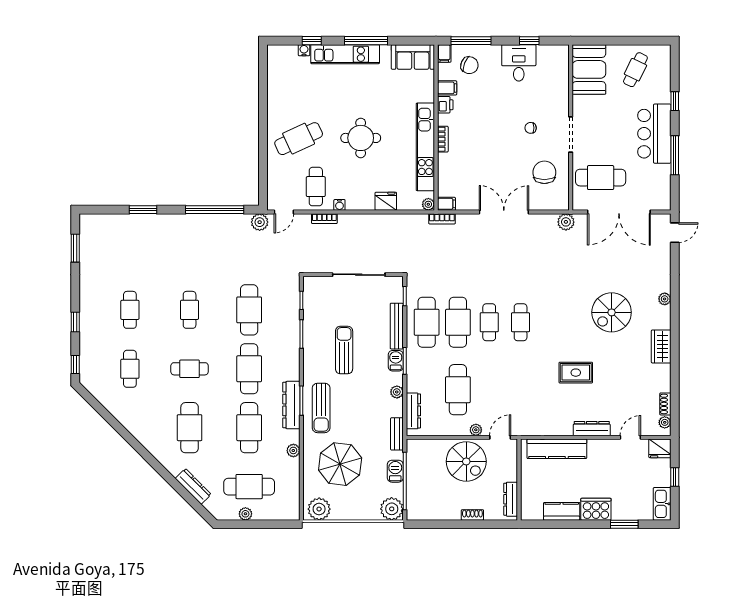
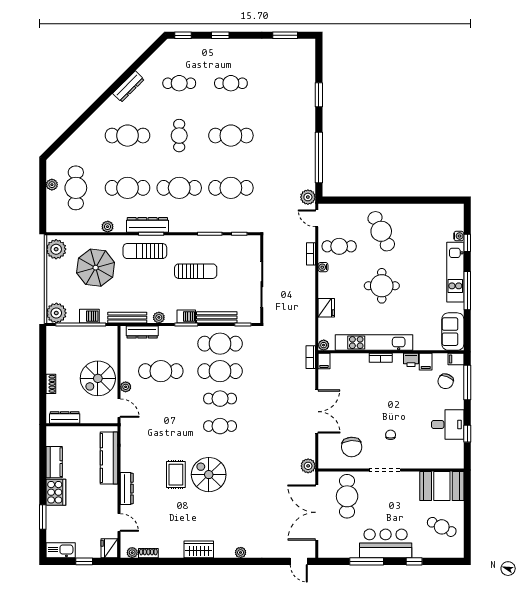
chair: (544, 172) -> (352, 447), turned 86
cafe table: (190, 310) -> (231, 136), width x1.37, depth x1.35
spiral stairs: (612, 312) -> (209, 475), moved
bench: (397, 434) -> (127, 318), width x1.36
dresser: (193, 486) -> (128, 86), moved

